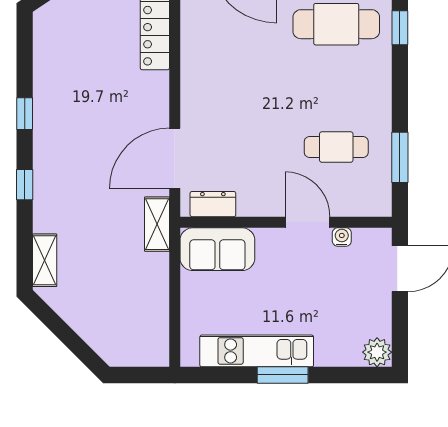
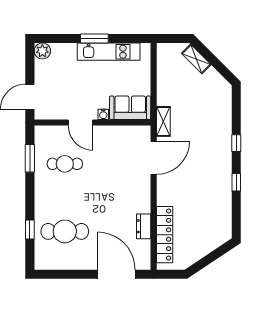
dresser: (213, 204) -> (144, 226), moved, turned 90
water cooler: (342, 237) -> (103, 114), moved
shelving: (45, 260) -> (196, 59), moved, turned -45

